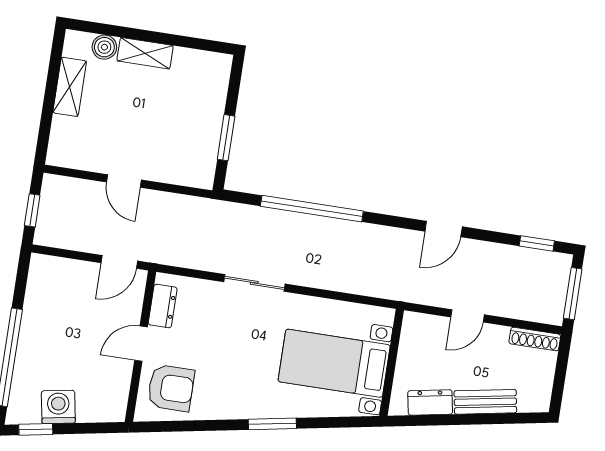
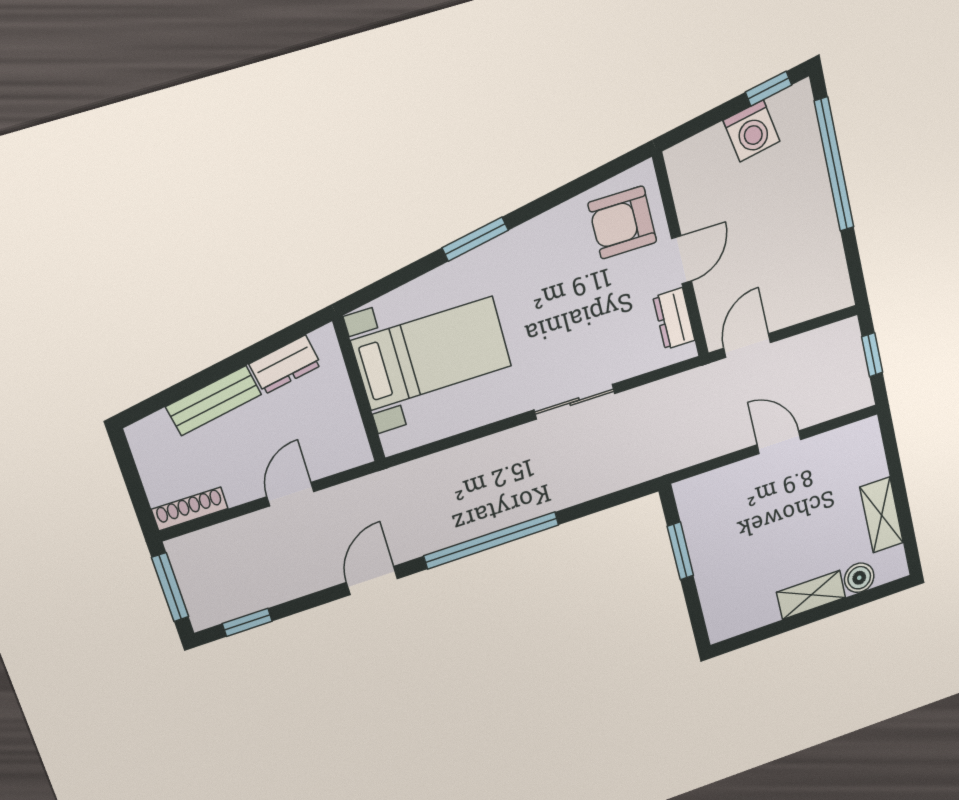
window: (312, 209) -> (492, 540), moved

